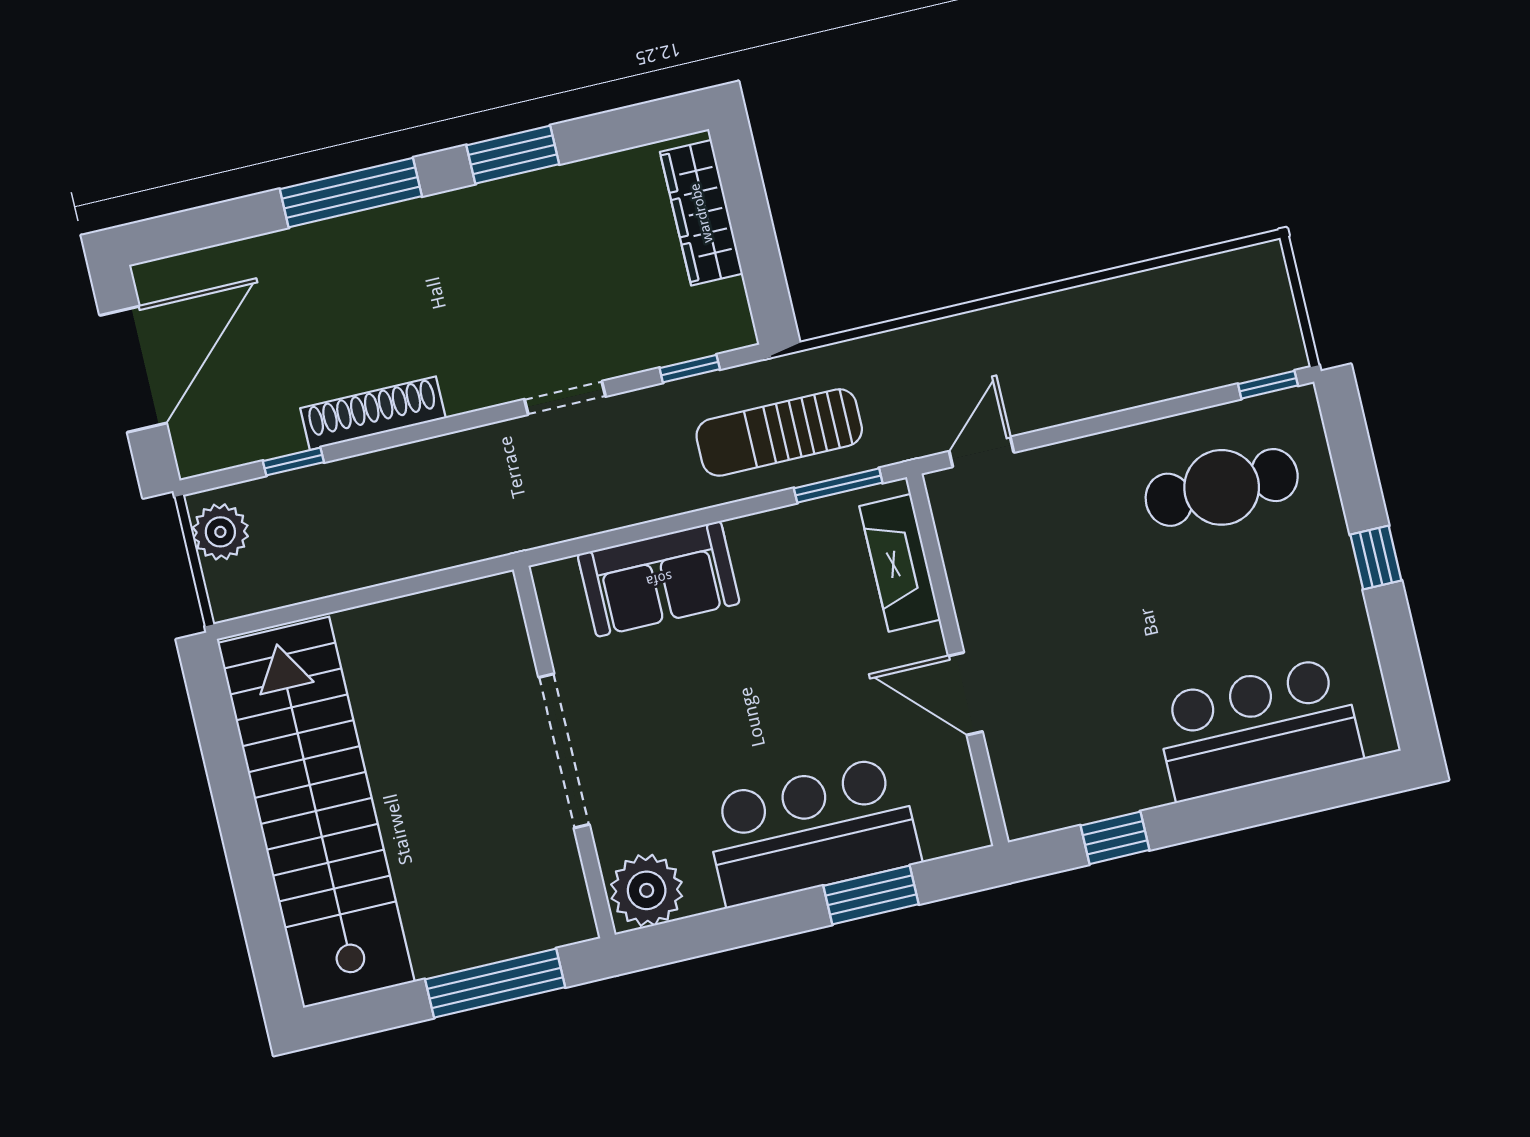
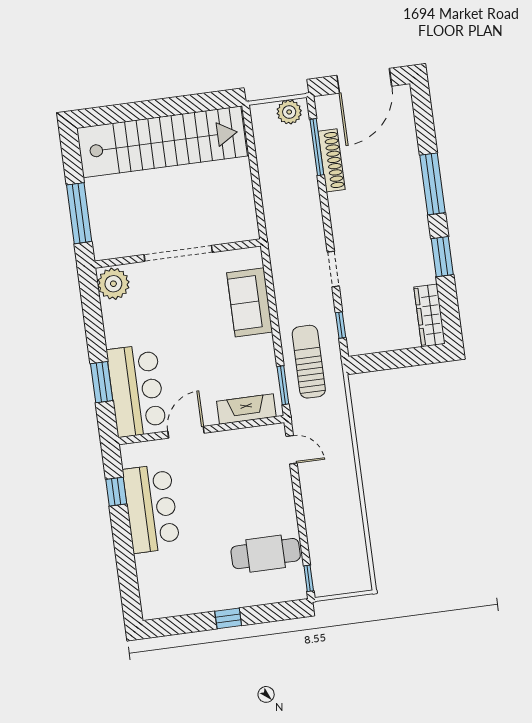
wardrobe: (701, 213) -> (429, 315), moved, turned -90
door: (133, 369) -> (364, 81), hinge flipped
shoe rack: (373, 413) -> (332, 160), moved
window: (293, 462) -> (317, 147), width x2.17
cafe table: (1222, 487) -> (266, 554), turned 90
bar counter: (1258, 729) -> (151, 508), moved
bar counter: (812, 831) -> (137, 391), moved

